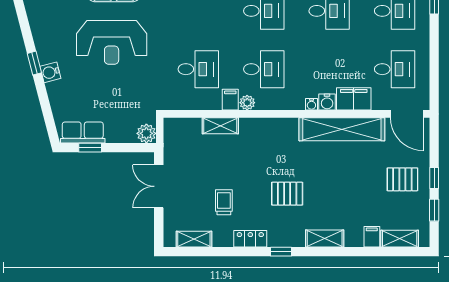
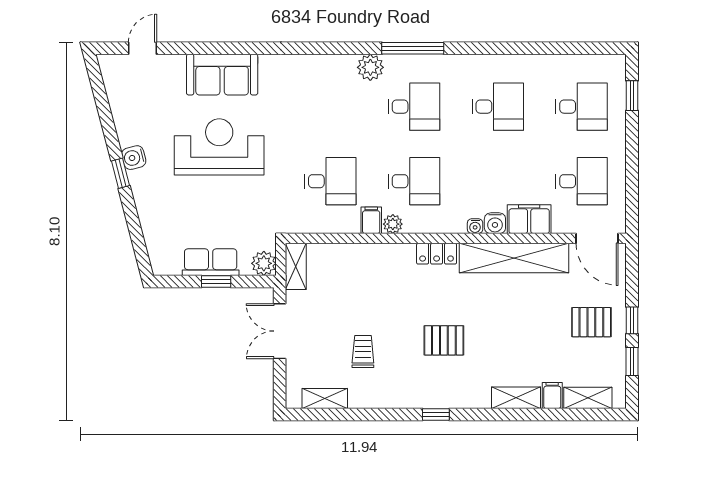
reception desk: (112, 42) -> (219, 147), turned 180
water cooler: (50, 72) -> (134, 158), moved
shelving: (220, 126) -> (296, 266), moved, turned 90
row of seats: (83, 133) -> (211, 262), moved
window: (90, 148) -> (216, 282), moved
shelving: (325, 238) -> (516, 398), moved
locker: (250, 239) -> (437, 254), moved, turned 180

